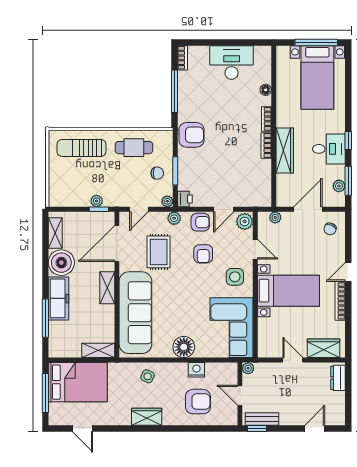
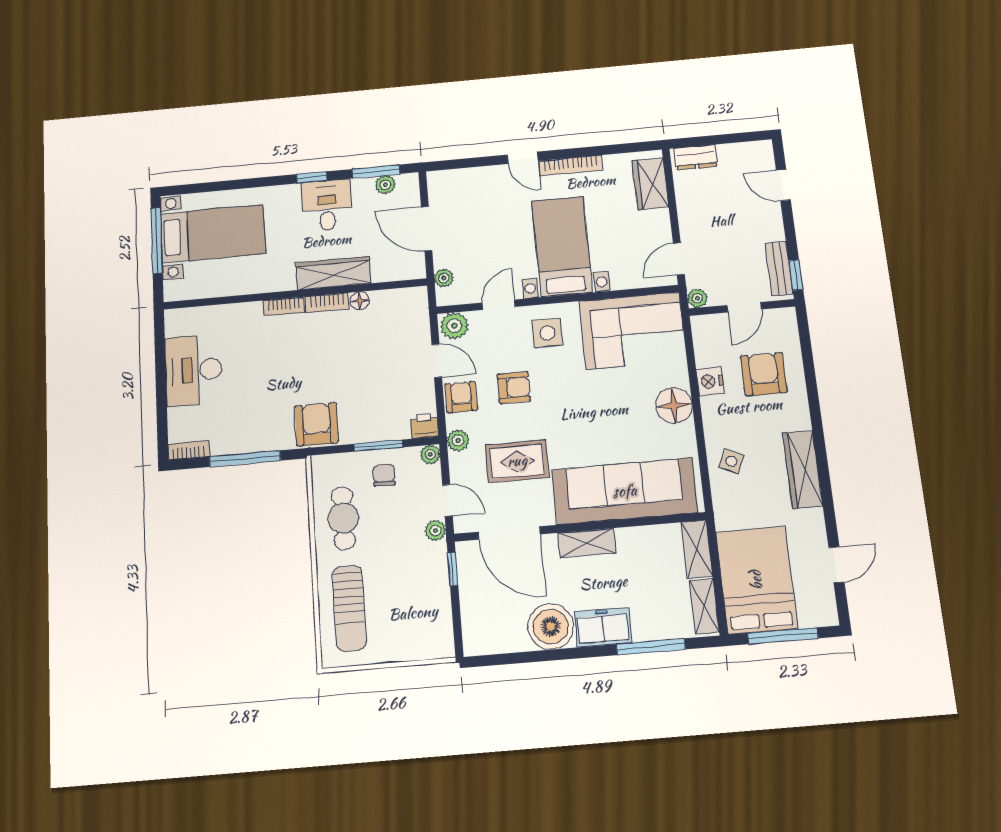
floor lamp: (266, 90) -> (360, 301), moved
plant: (97, 201) -> (435, 531), moved
chair: (330, 229) -> (456, 192), removed
shelving: (55, 233) -> (704, 607), moved, turned 90
freezer: (58, 298) -> (603, 627), width x0.71
door: (293, 360) -> (679, 259), moved
wardrobe: (147, 417) -> (803, 470), width x1.50

